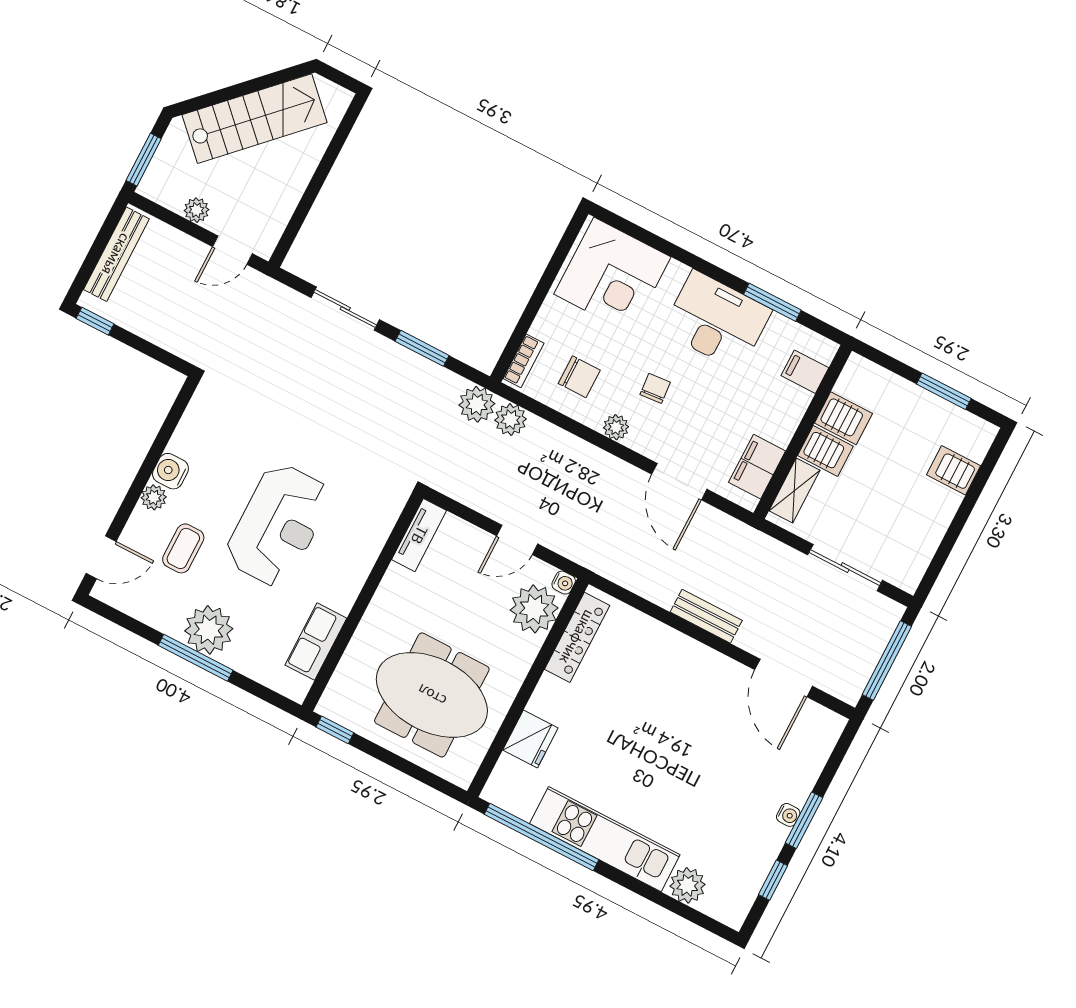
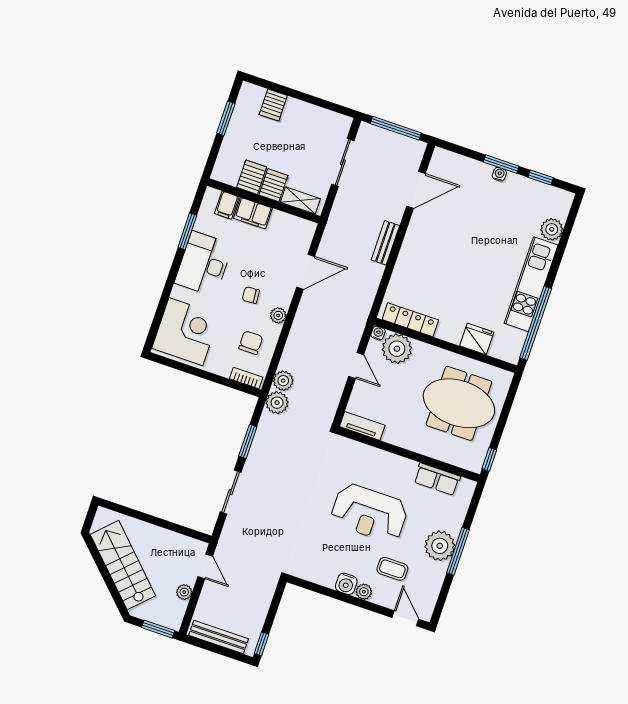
filing cabinet: (757, 467) -> (253, 213), moved
reception desk: (278, 525) -> (369, 513), turned 180
meeting table: (432, 695) -> (459, 403), turned 90

